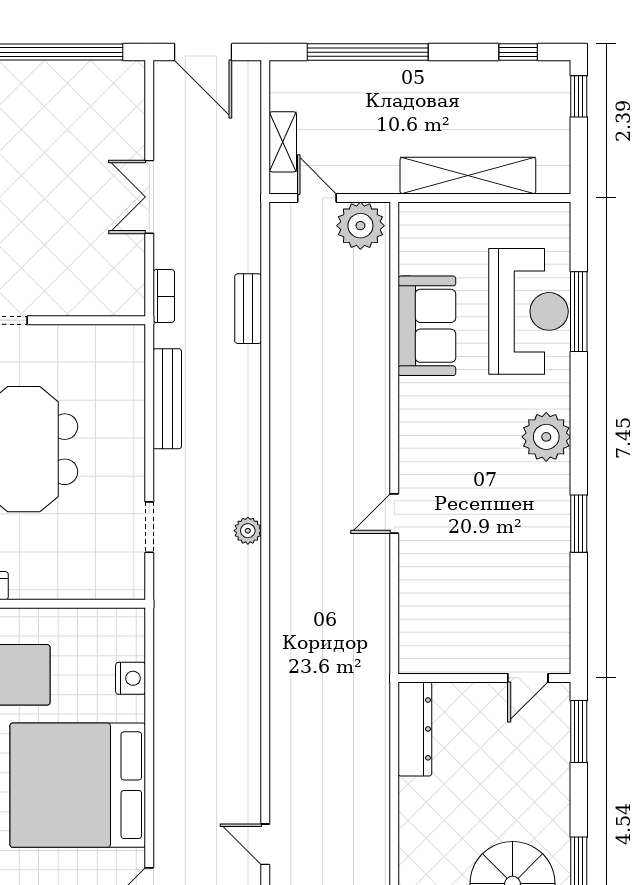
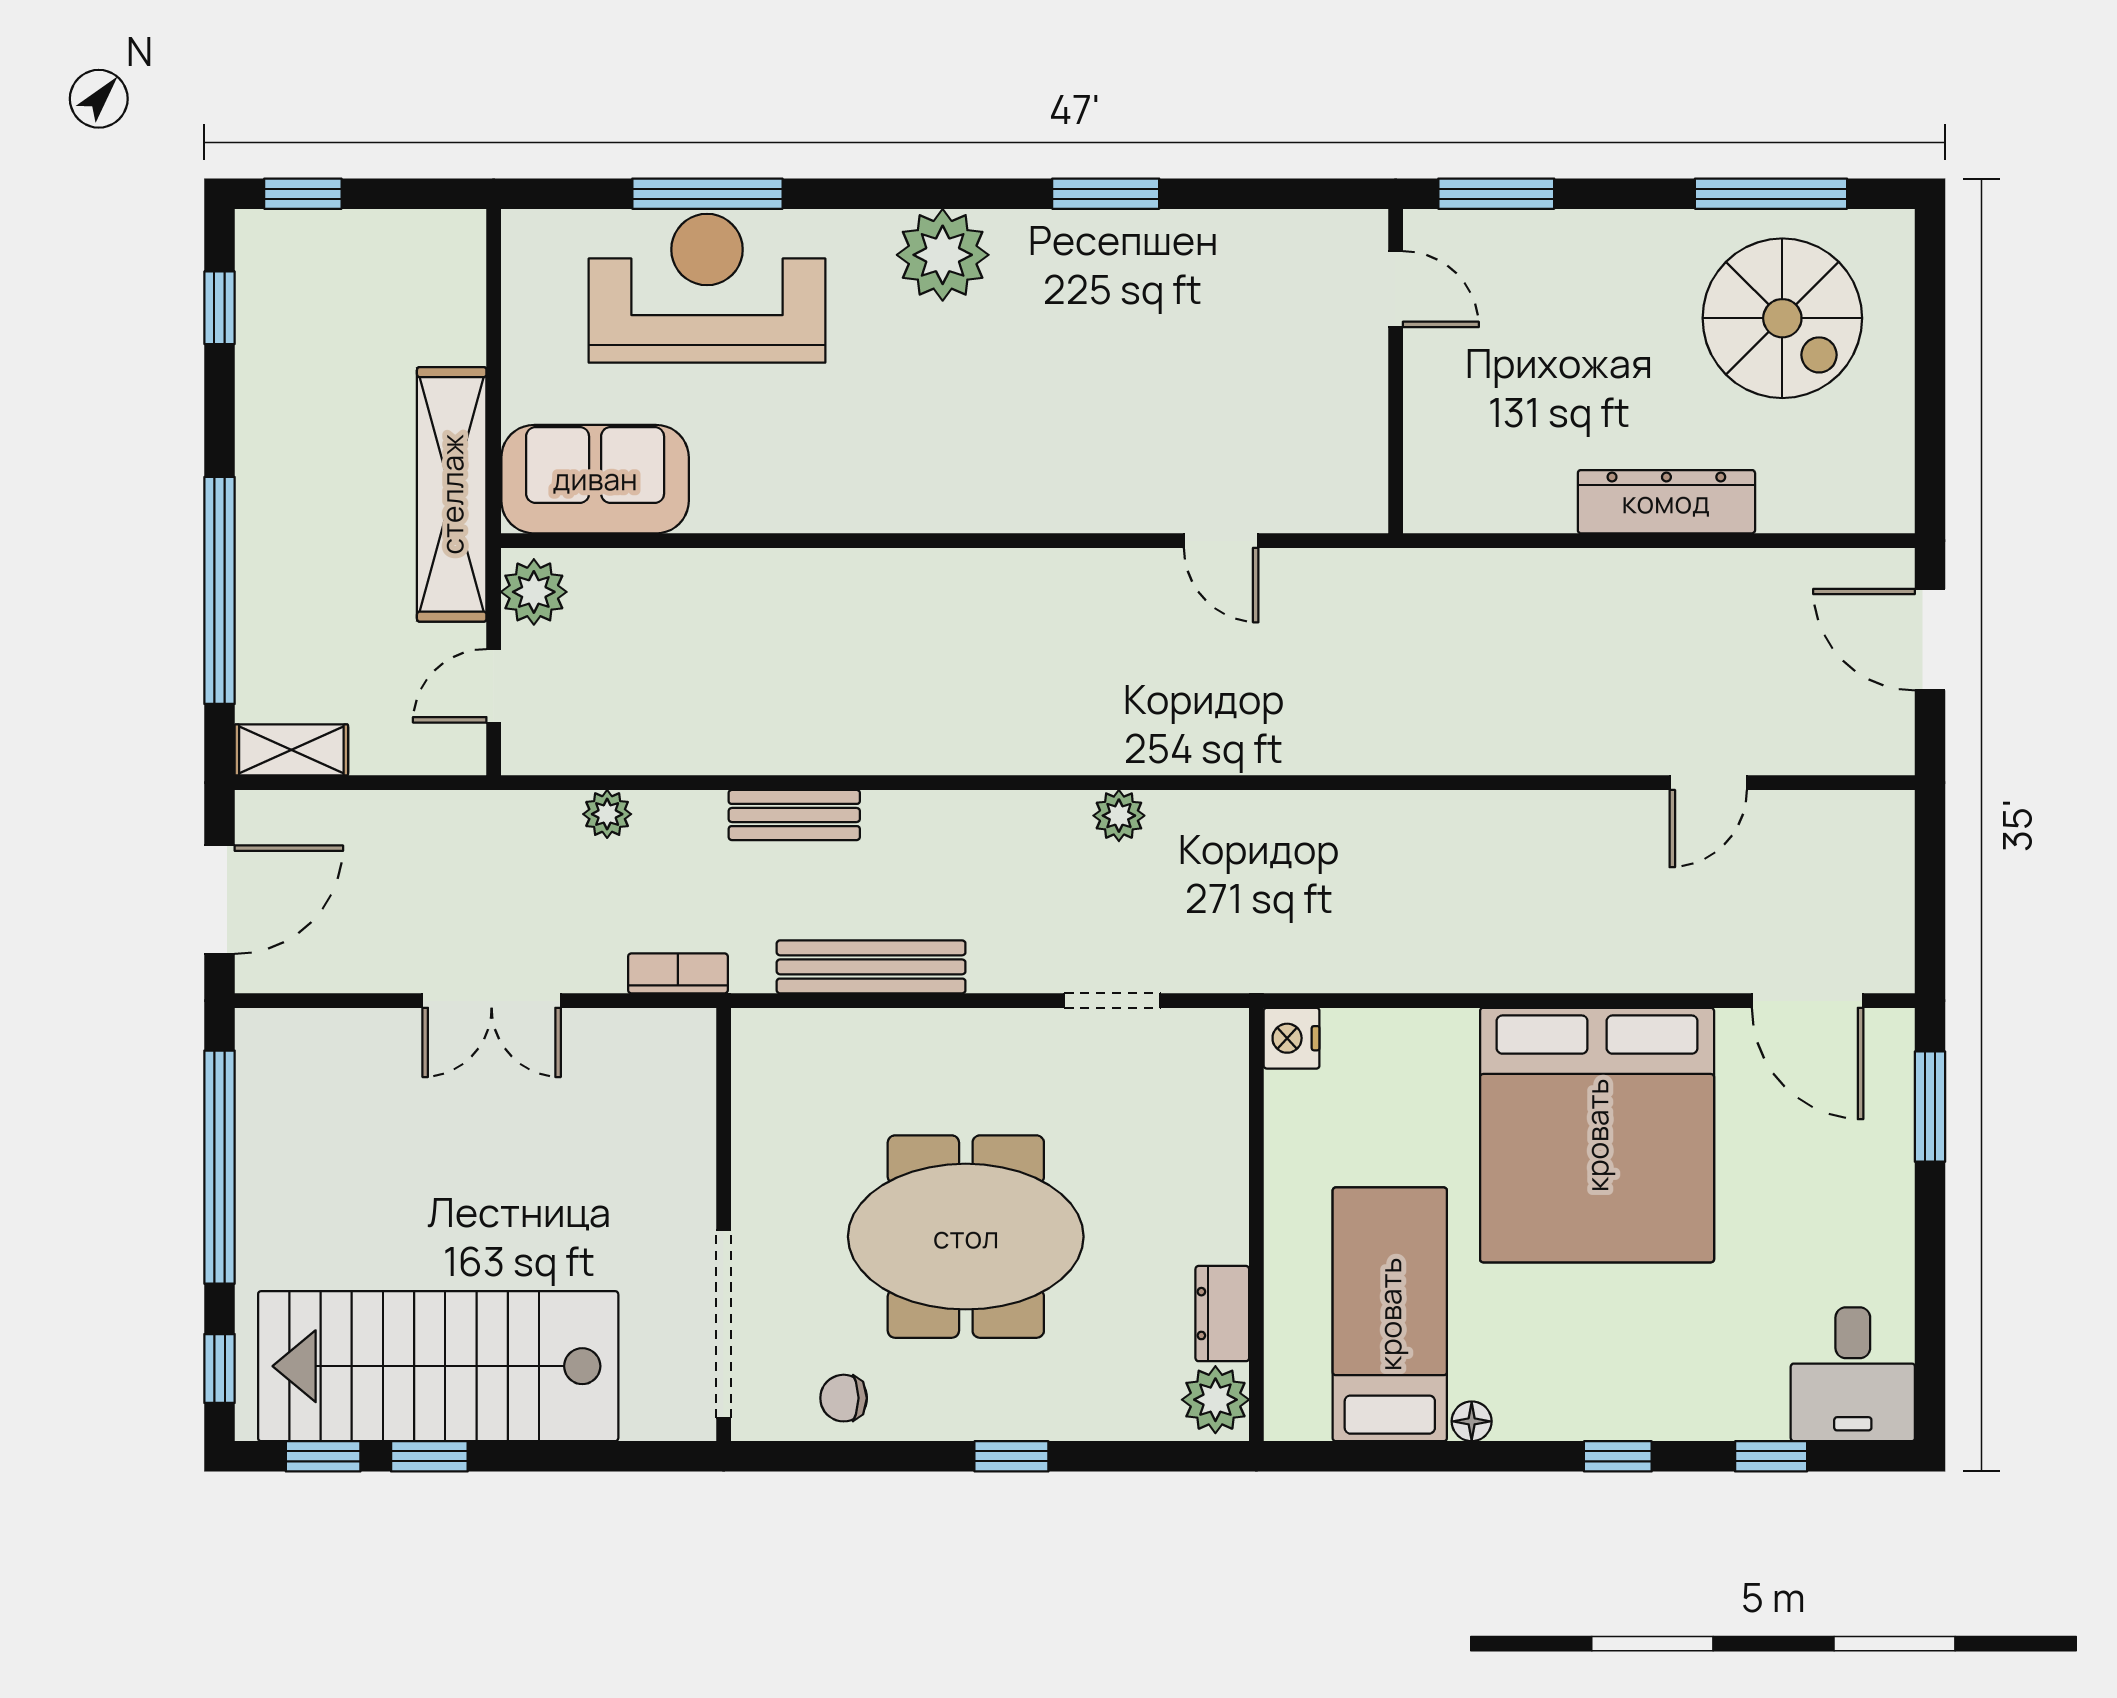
shelving: (283, 142) -> (291, 750), moved
shelving: (468, 176) -> (452, 494), moved
plant: (360, 226) -> (534, 592), width x0.73, depth x0.73
plant: (249, 258) -> (607, 814), added
bench: (248, 309) -> (794, 815), moved
sofa: (427, 326) -> (595, 479), moved
door: (394, 514) -> (1221, 541), moved
nightstand: (131, 678) -> (1292, 1038), moved, turned -90
dresser: (415, 729) -> (1666, 502), moved

